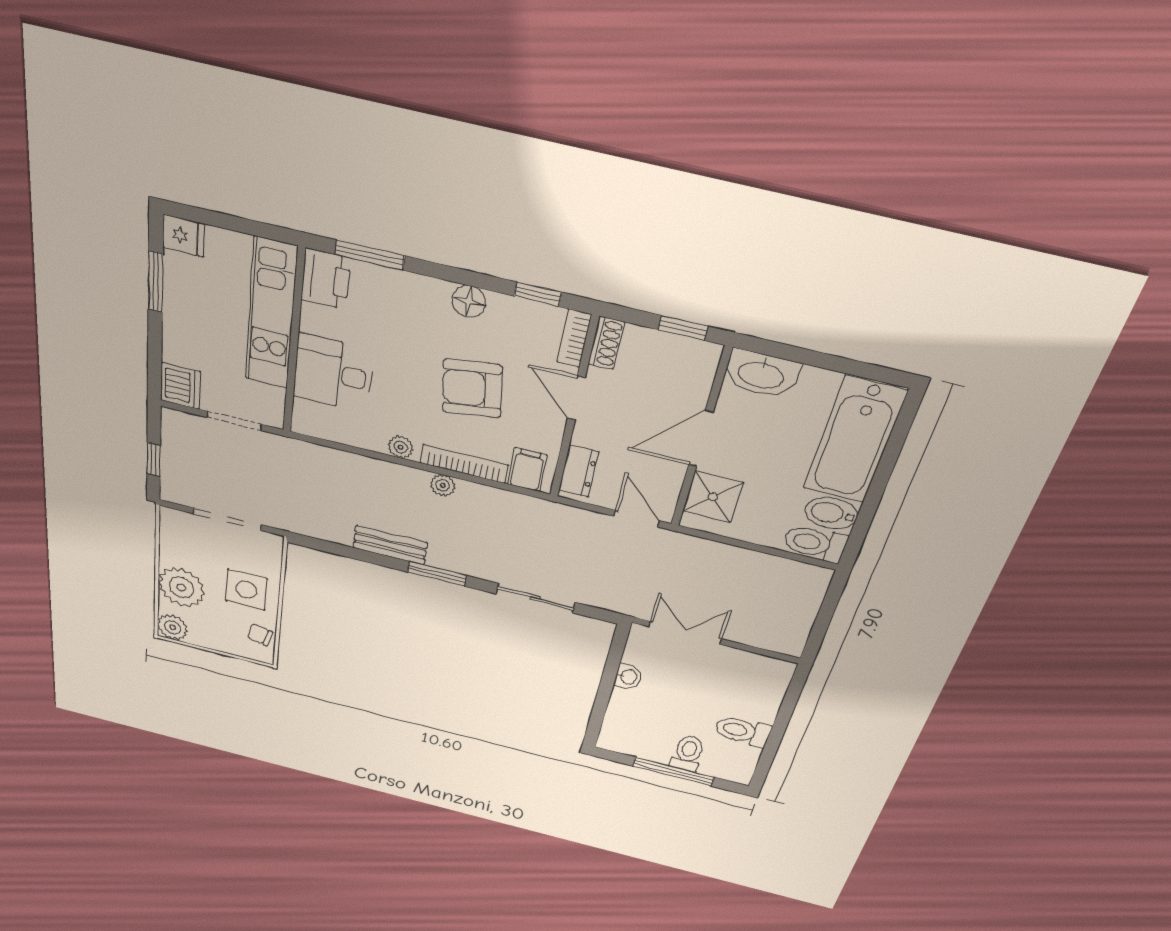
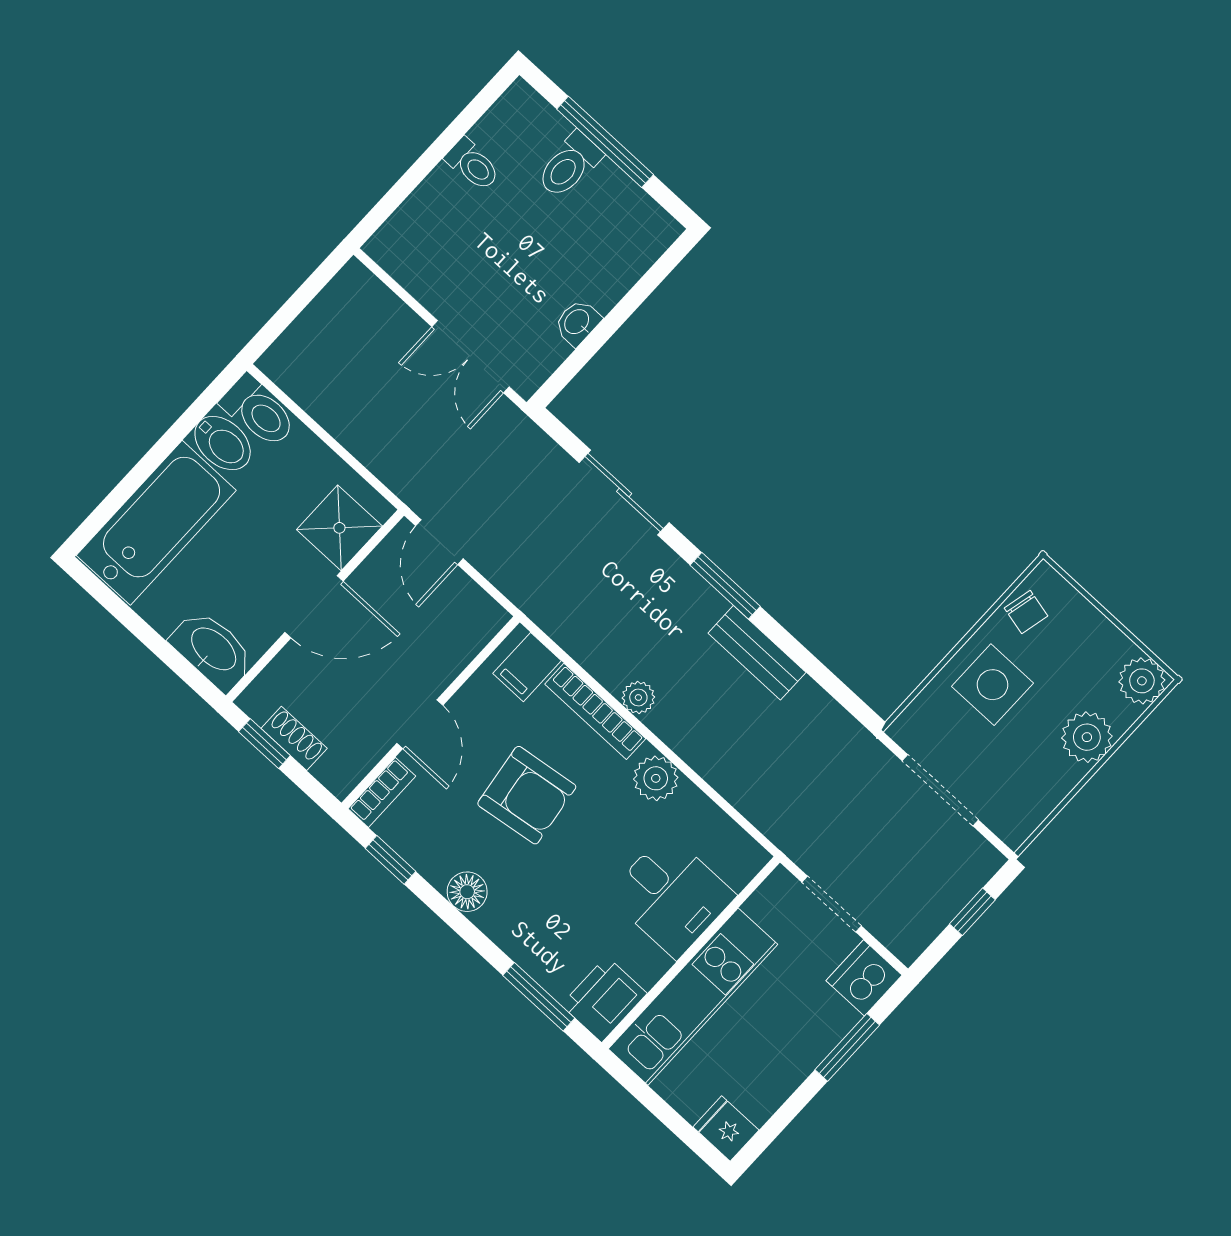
window: (156, 282) -> (847, 1047), moved
shoe rack: (606, 343) -> (294, 738), moved, turned 90
plant: (401, 447) -> (656, 778), width x1.38, depth x1.38
dresser: (579, 471) -> (470, 635), removed
plant: (181, 587) -> (1087, 737), width x0.73, depth x0.73
toilet: (742, 731) -> (473, 164), width x0.73, depth x0.72

